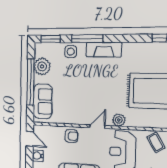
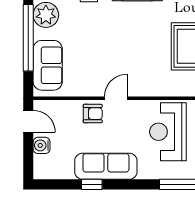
plant: (119, 120) -> (161, 88), removed
door: (97, 127) -> (116, 98), moved

